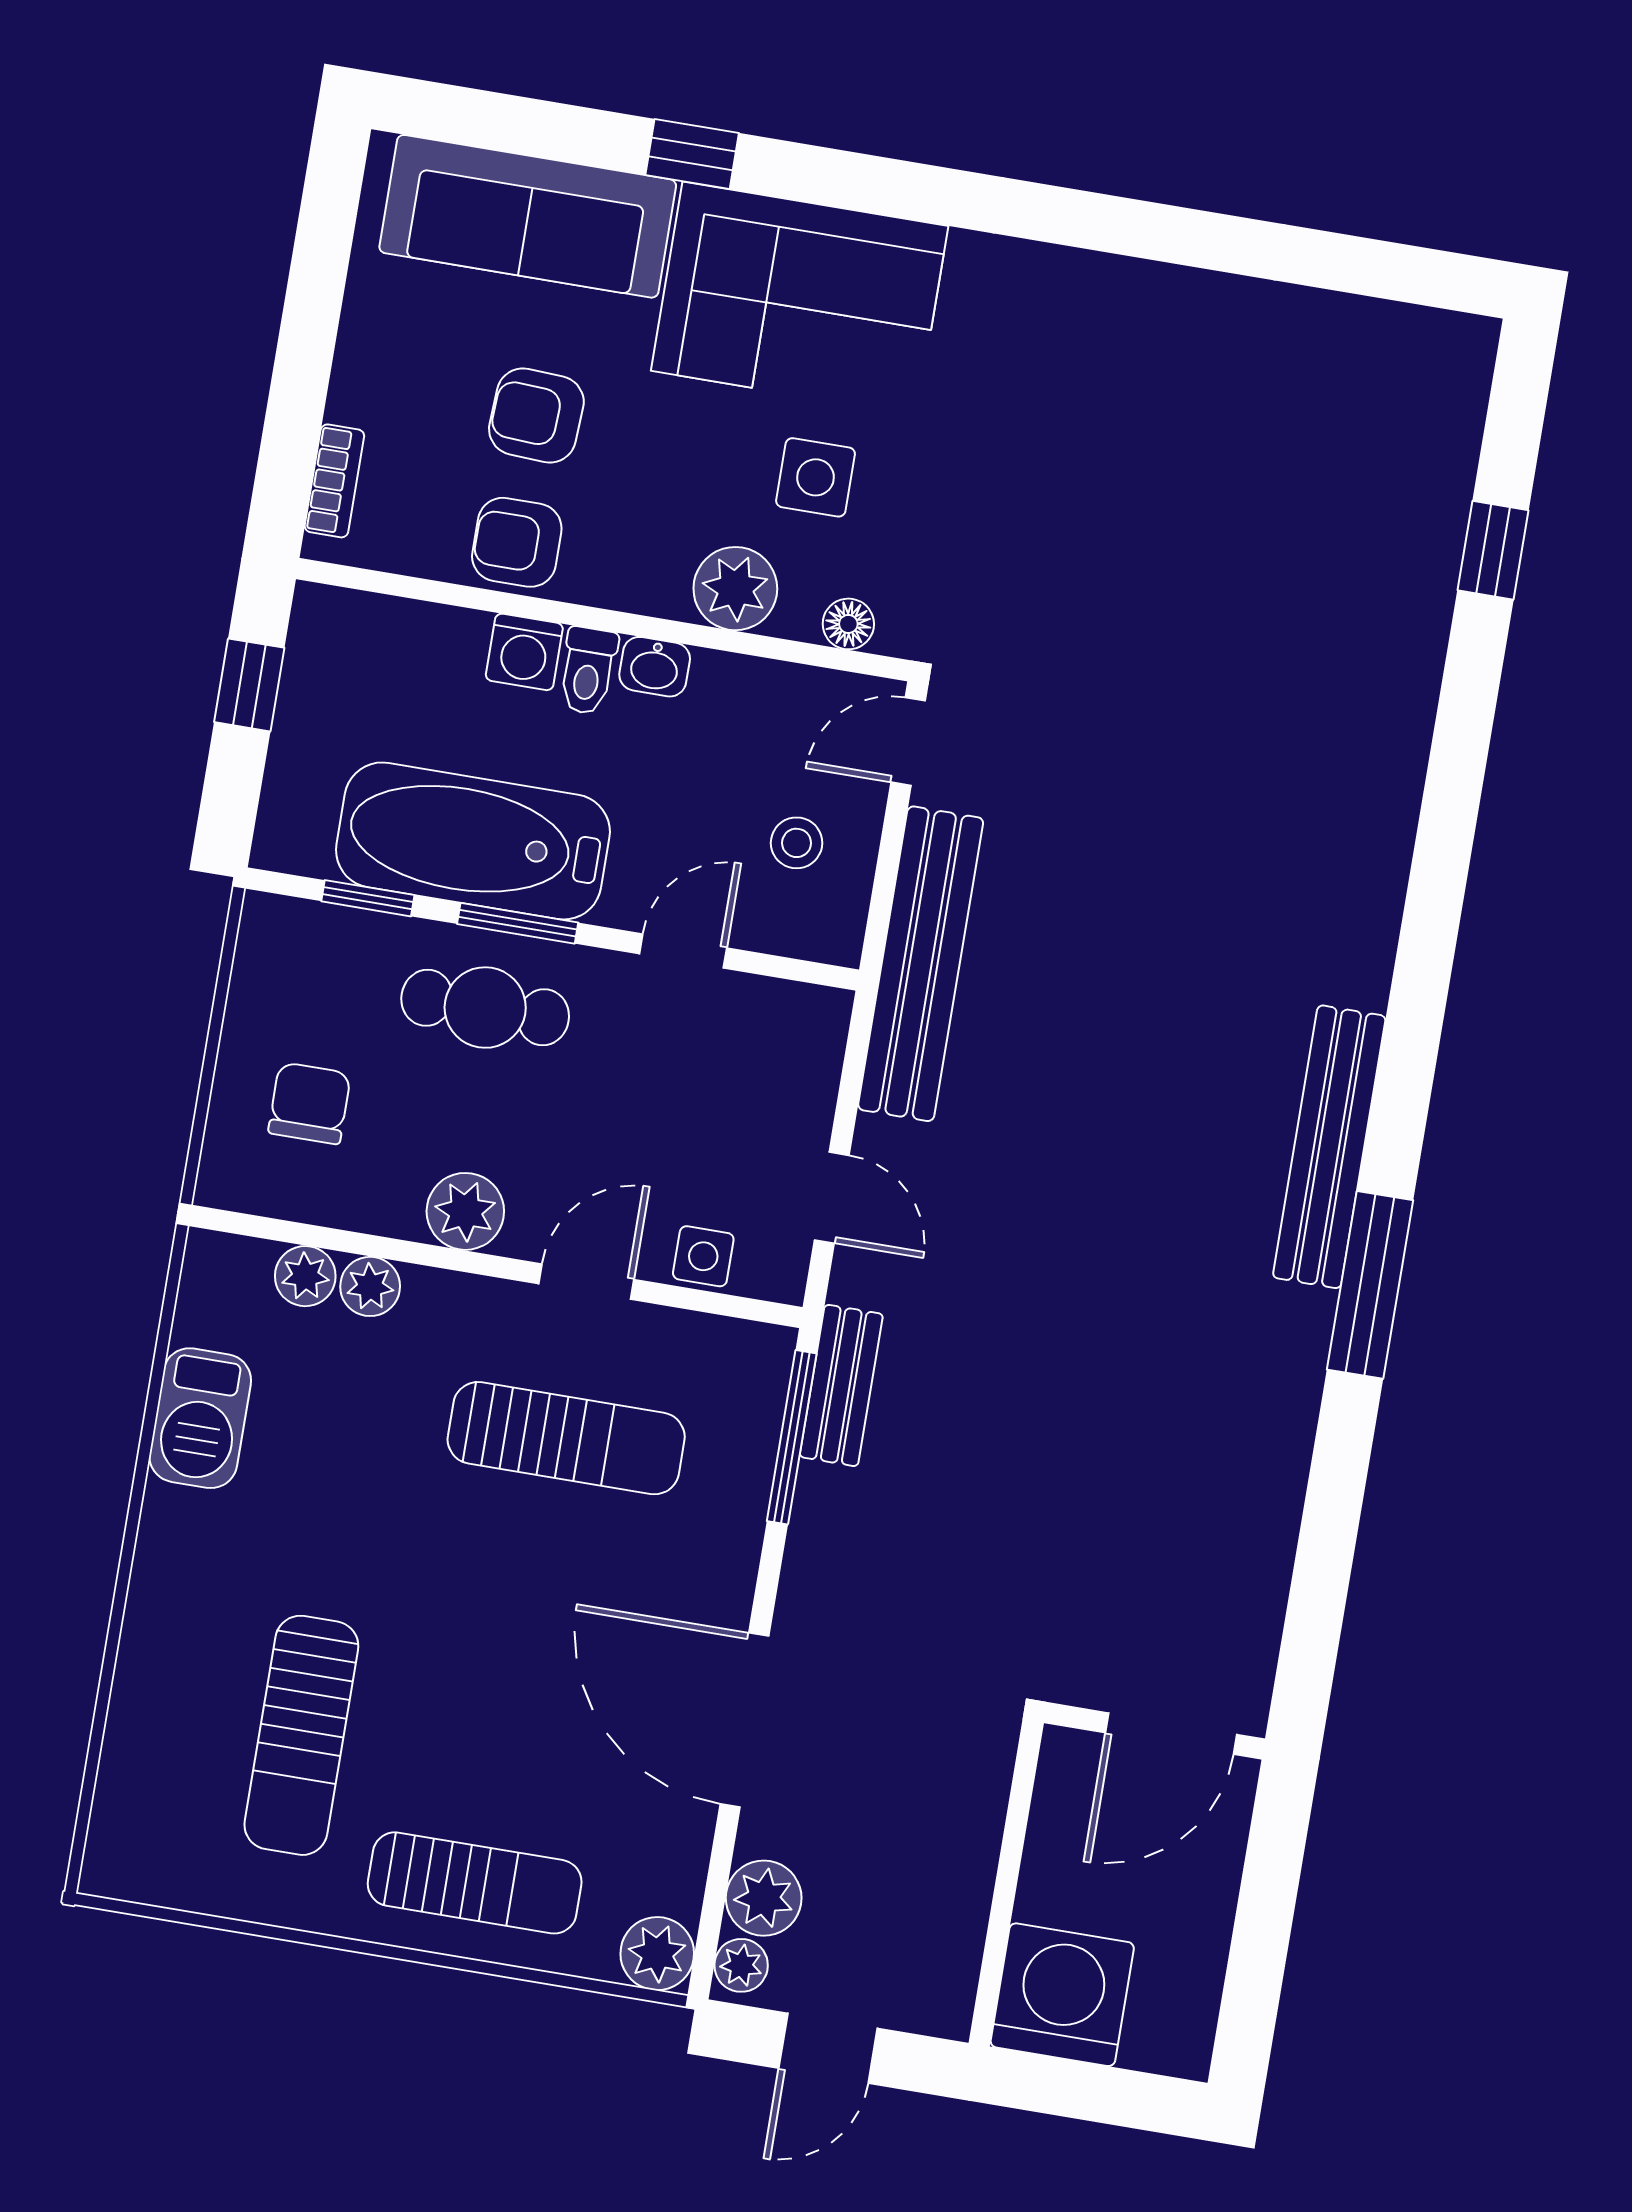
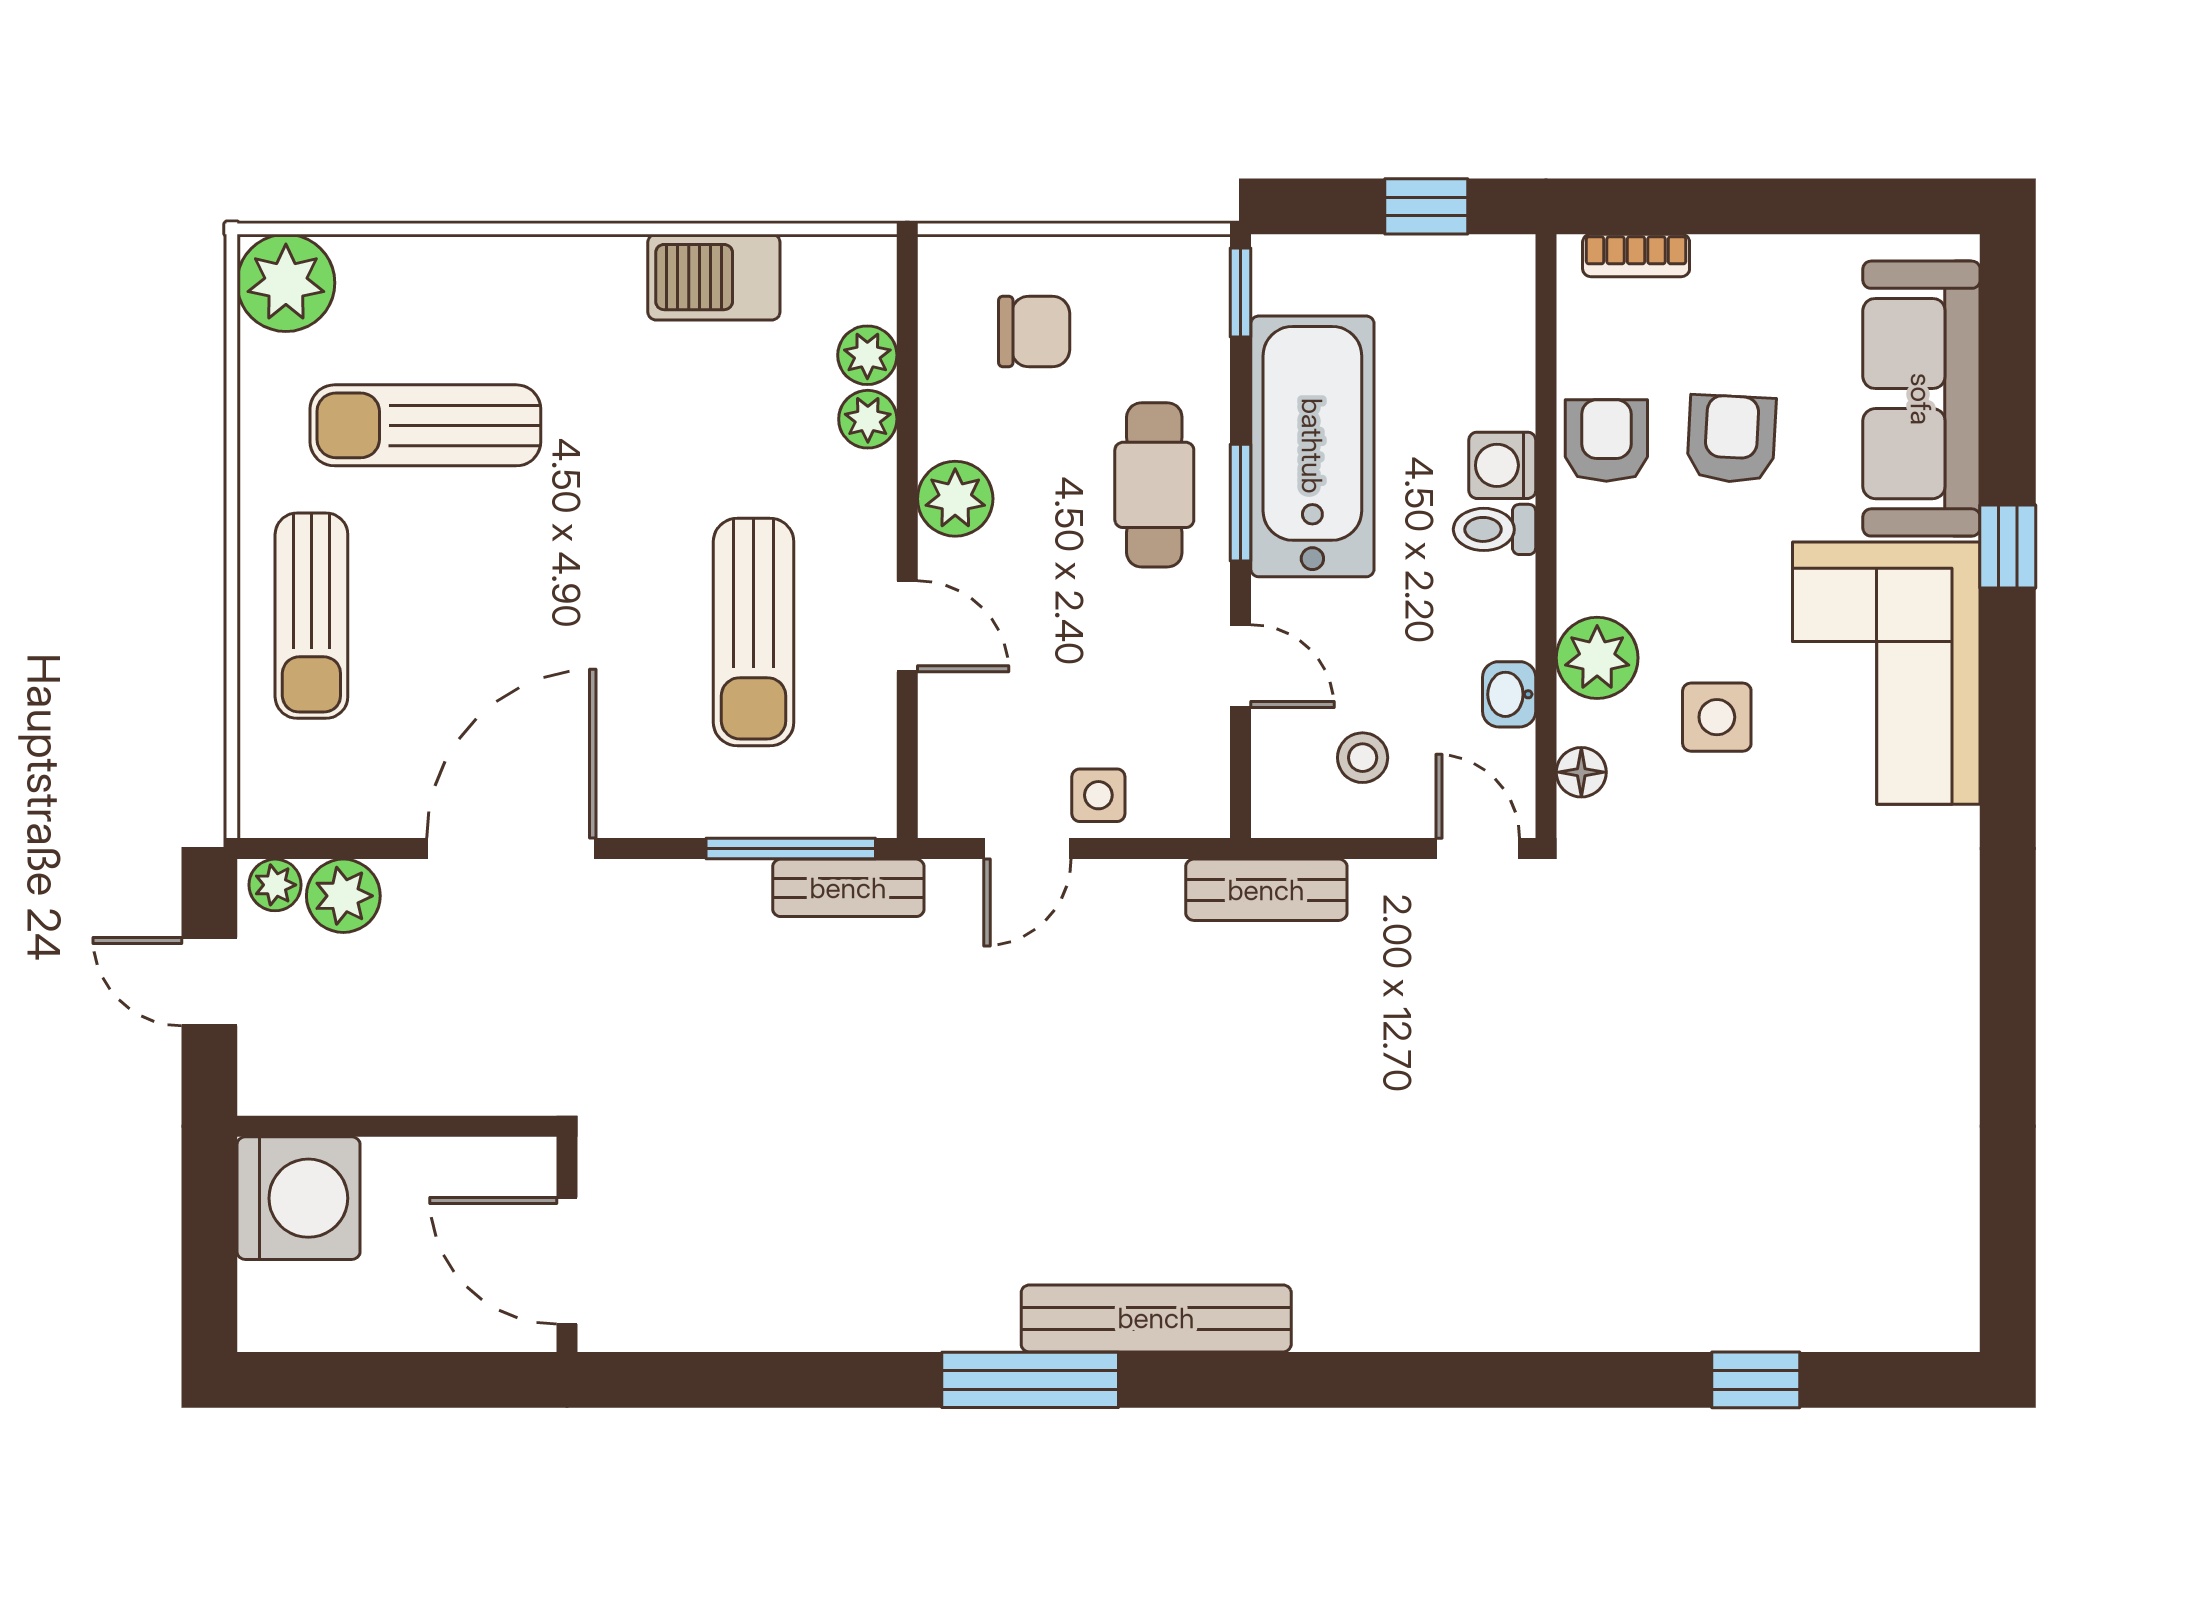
washbasin: (655, 667) -> (1509, 694), moved
window: (368, 898) -> (1240, 292), moved
bench: (921, 964) -> (1266, 890), width x0.54, depth x0.82
side table: (703, 1256) -> (1098, 795), moved
plant: (657, 1954) -> (286, 283), moved, width x1.36, depth x1.36

